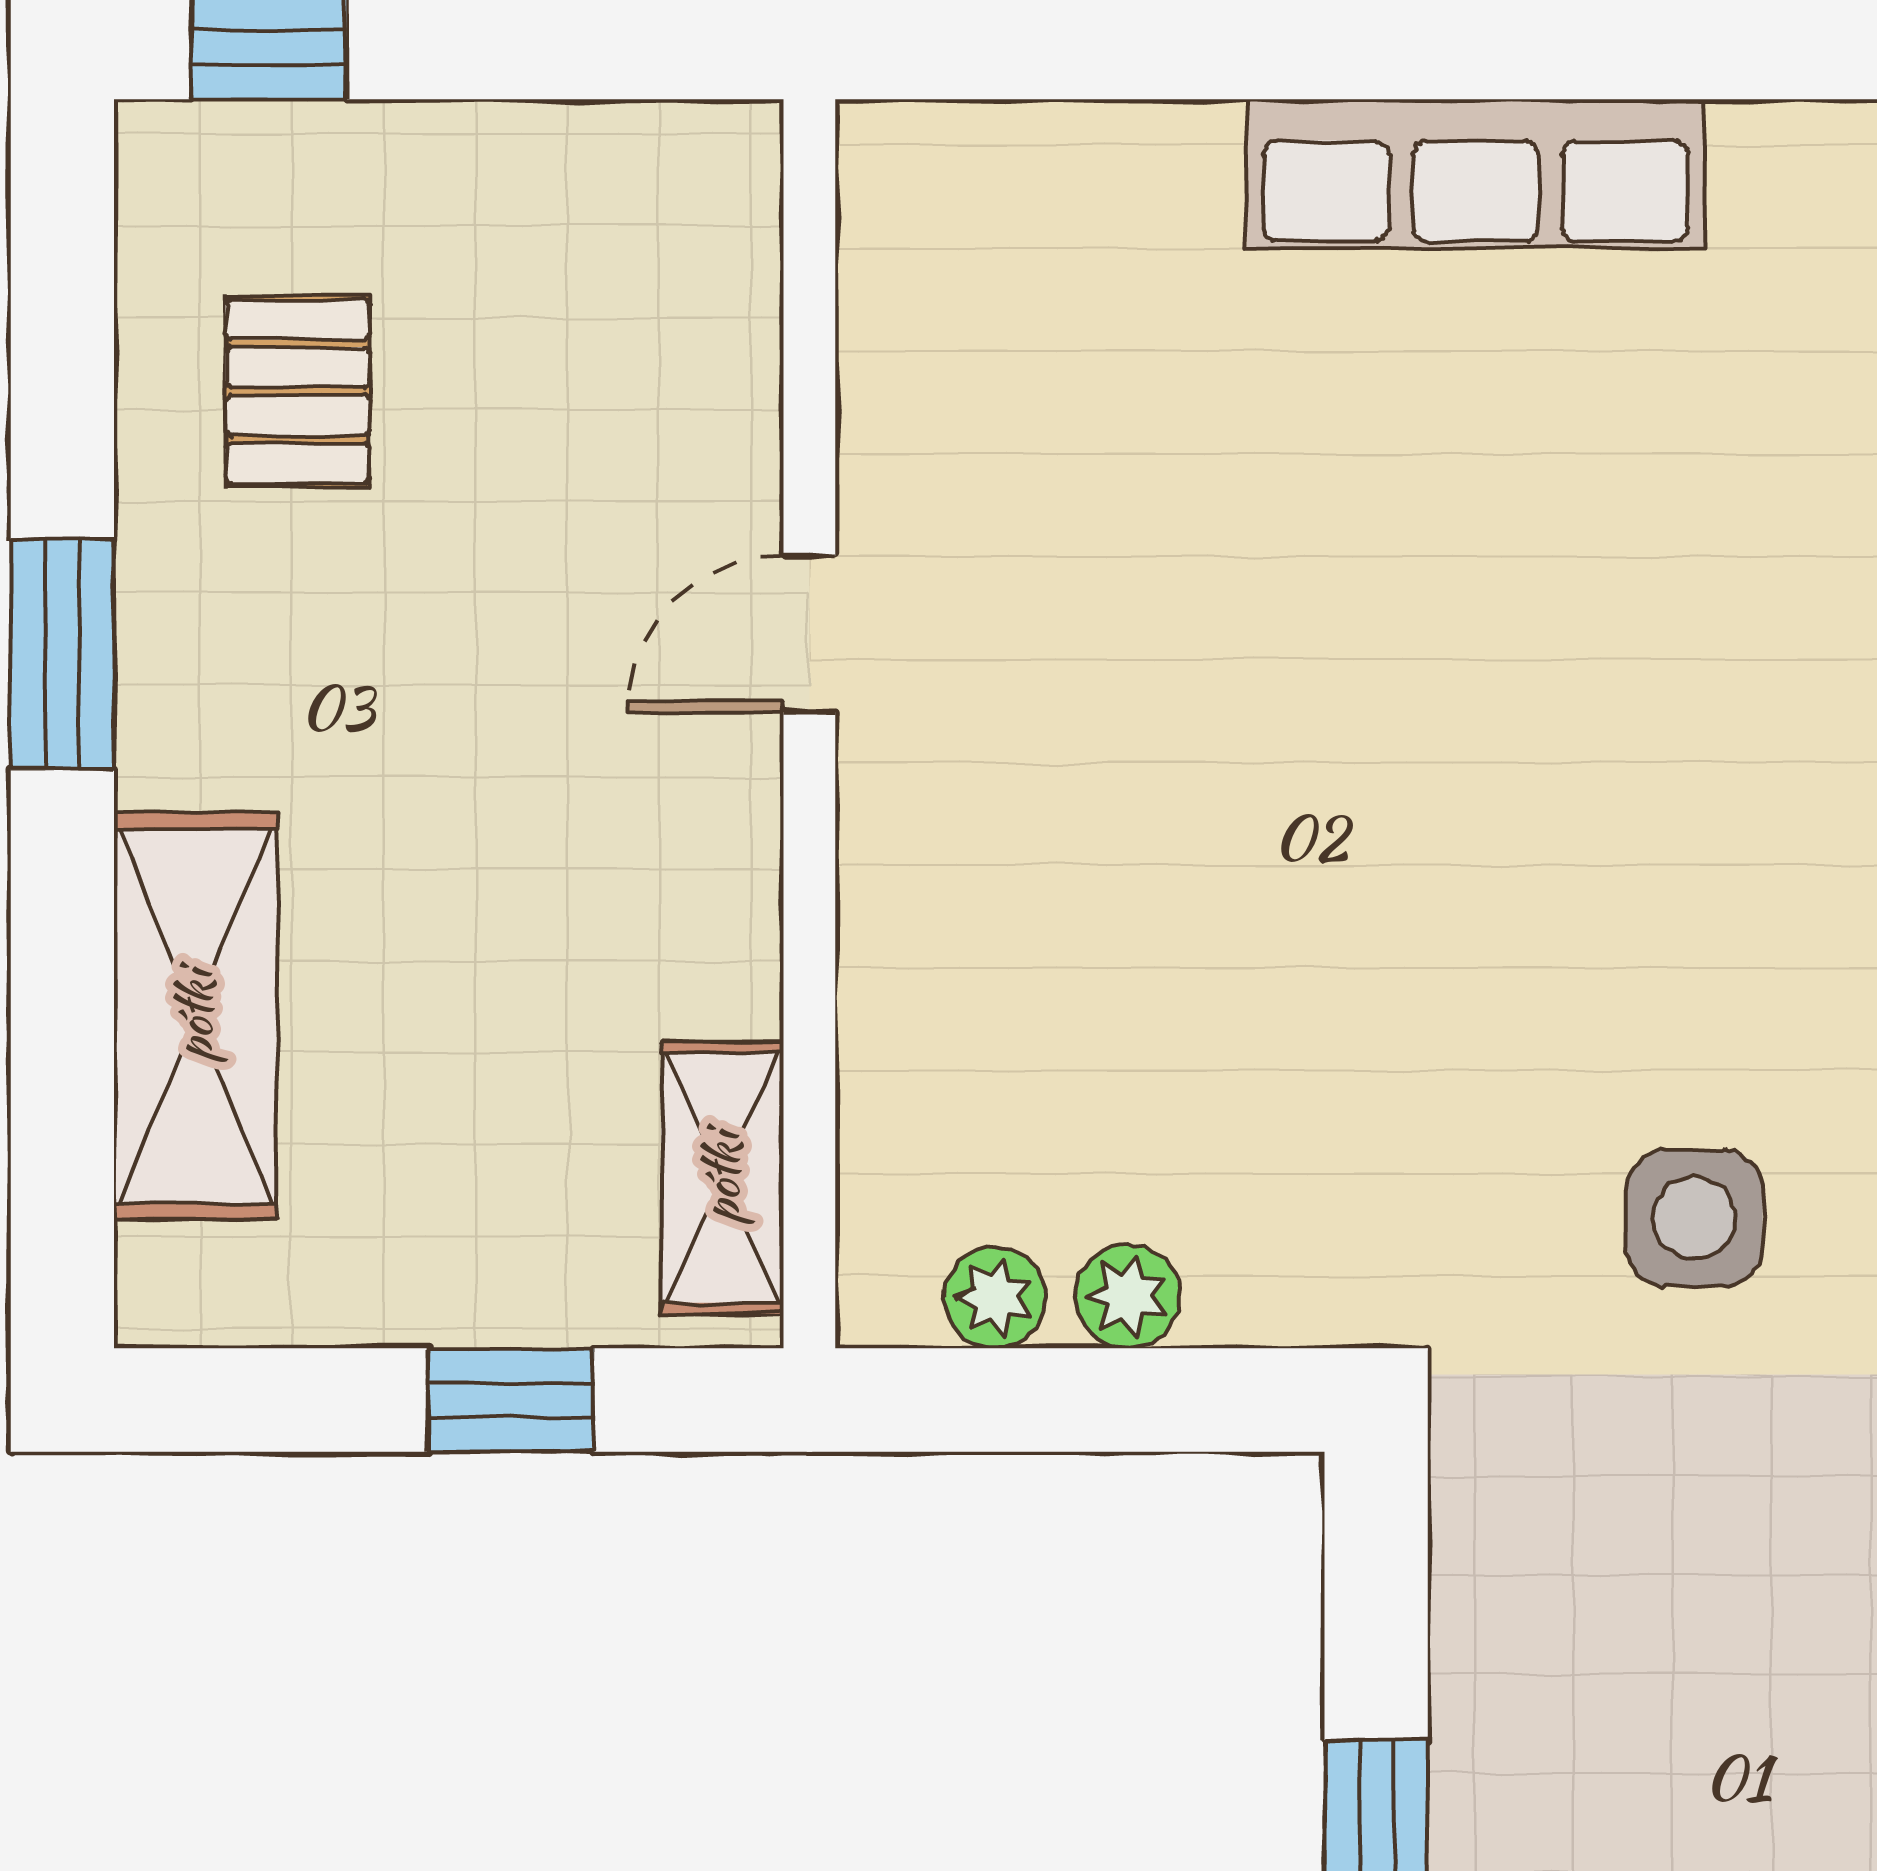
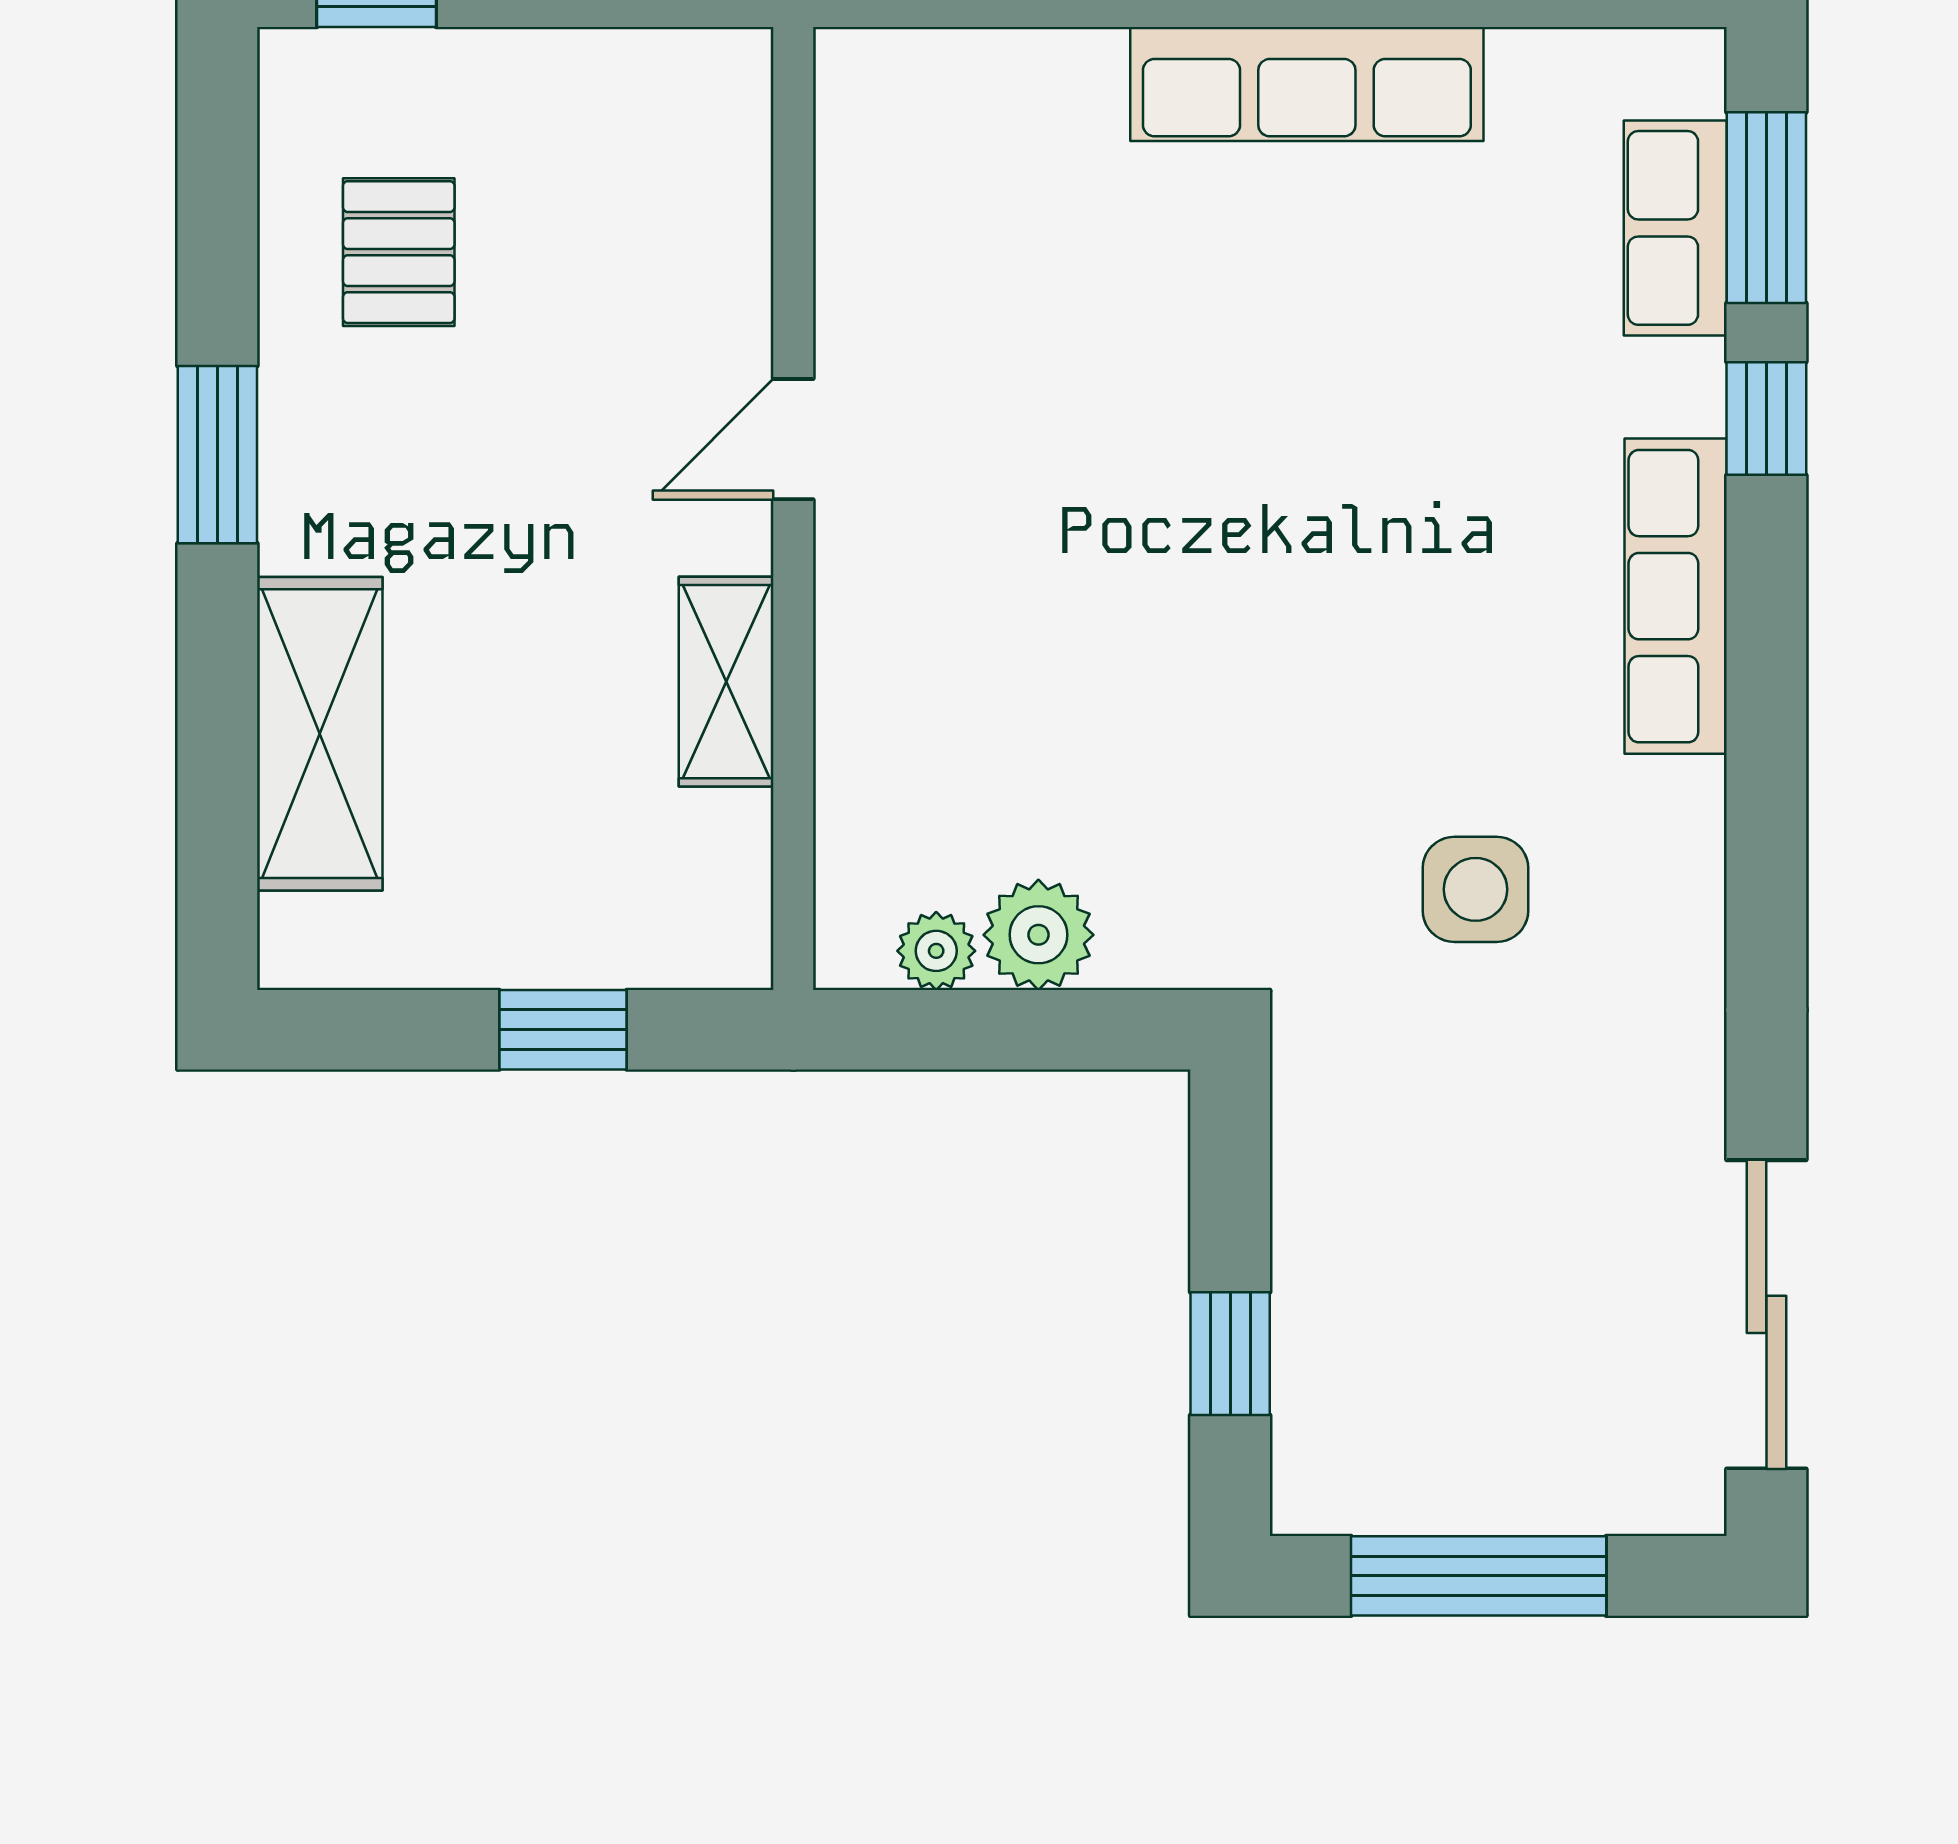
shelving: (722, 1178) -> (726, 682), moved
plant: (1127, 1296) -> (1038, 935), width x1.38, depth x1.38

